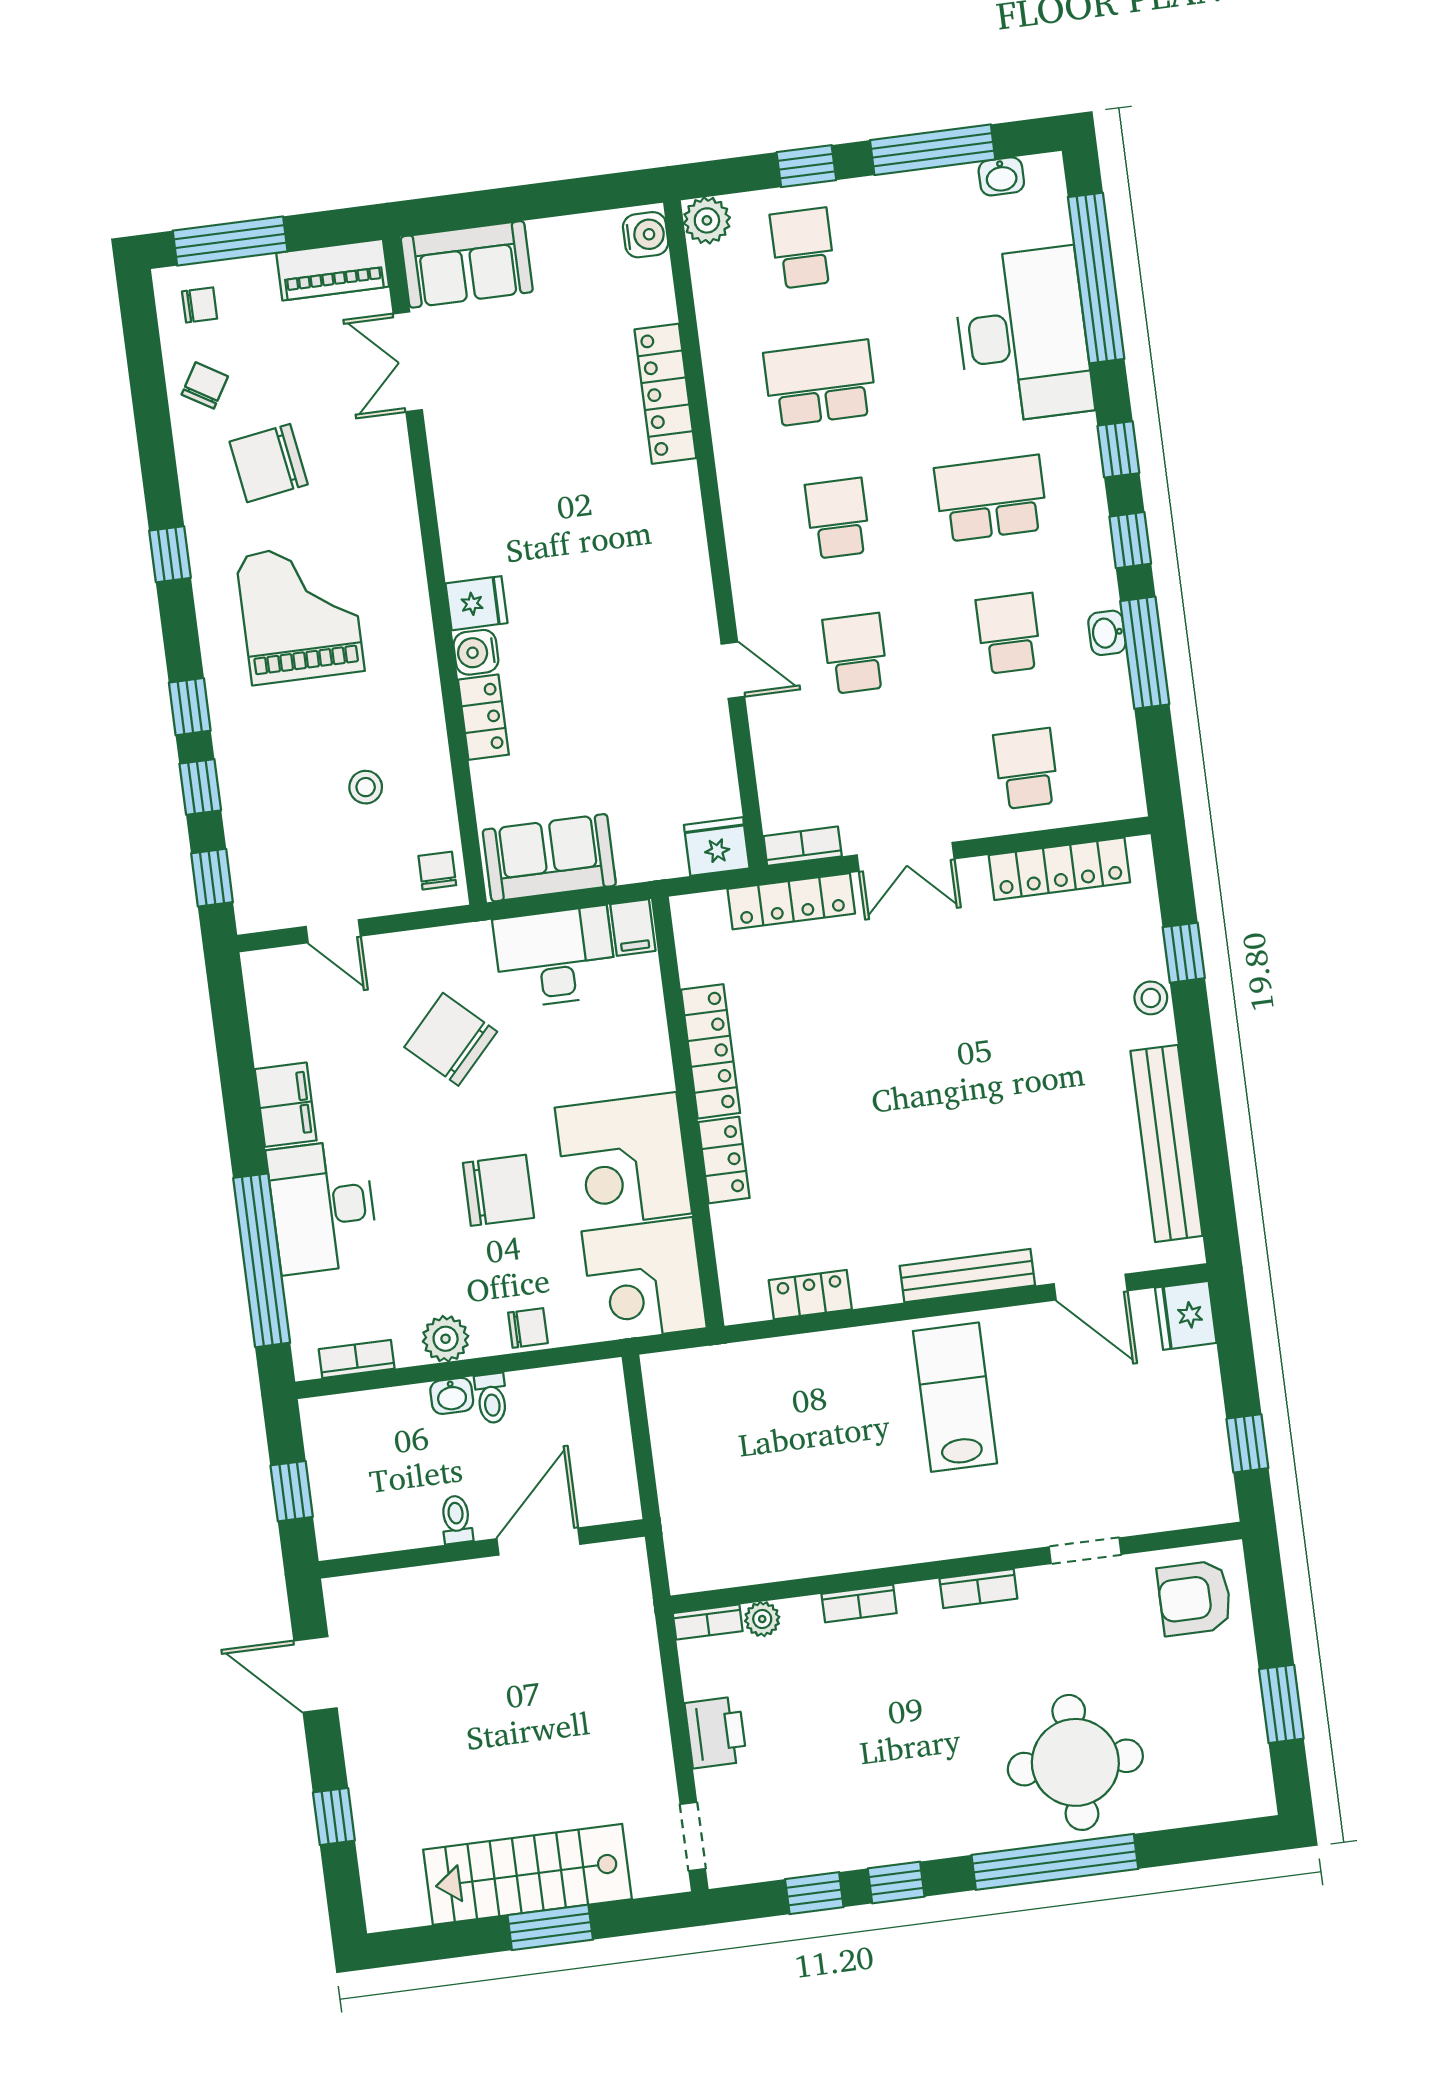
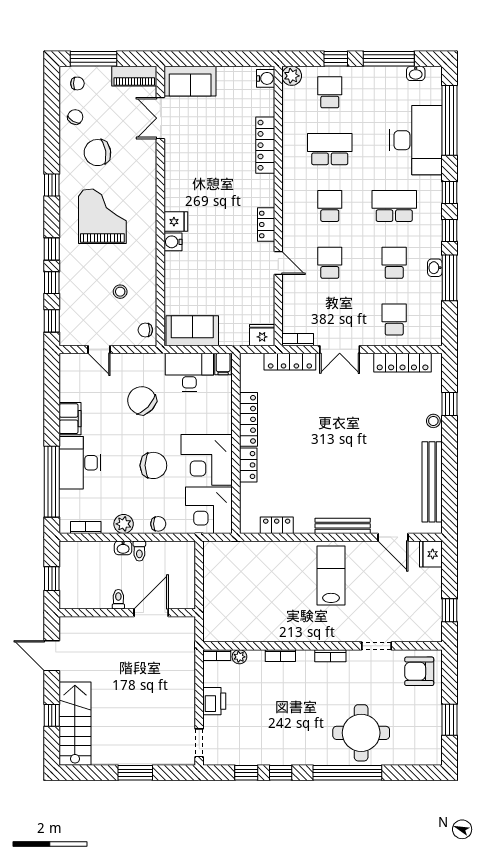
locker: (483, 717) -> (266, 225), moved, turned 180
chair: (437, 871) -> (145, 330), turned -90
stairs: (527, 1874) -> (75, 724), moved, turned 90

